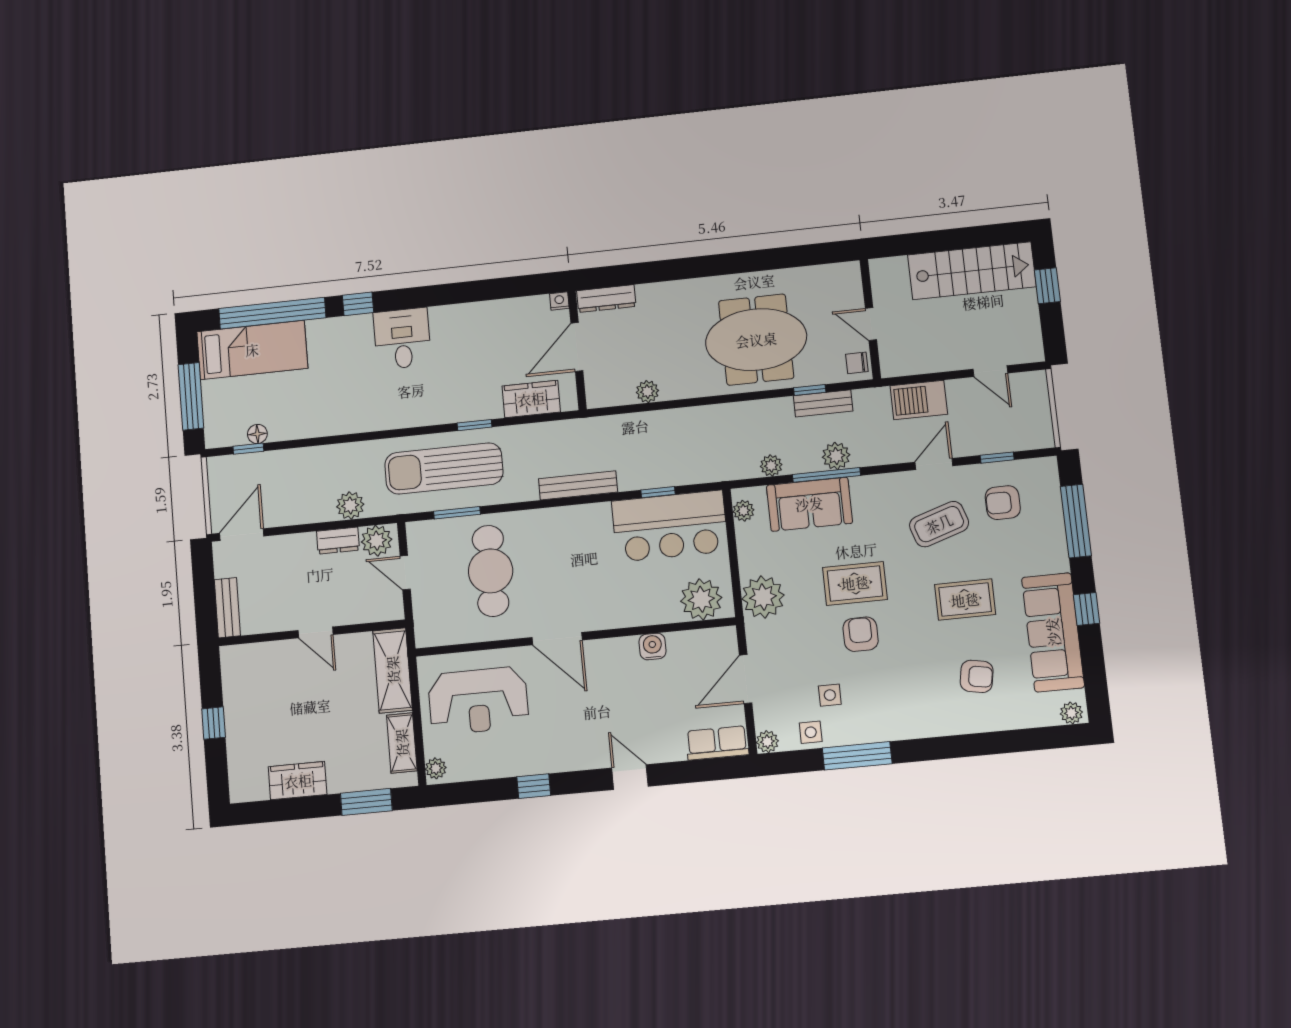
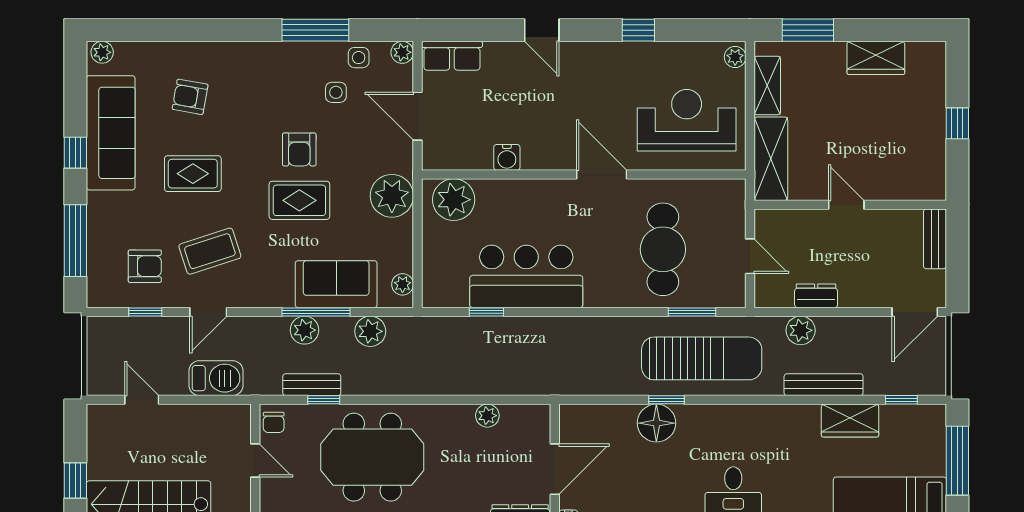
chair: (857, 363) -> (274, 422), turned 90
wardrobe: (531, 399) -> (850, 421), moved
floor lamp: (257, 434) -> (656, 423), moved, width x1.89, depth x1.89
plant: (771, 466) -> (370, 331), width x1.38, depth x1.38
bench: (578, 485) -> (824, 385), moved
bar counter: (670, 526) -> (526, 276), moved
plant: (377, 541) -> (777, 292), removed
door: (746, 679) -> (417, 116), swing flipped

